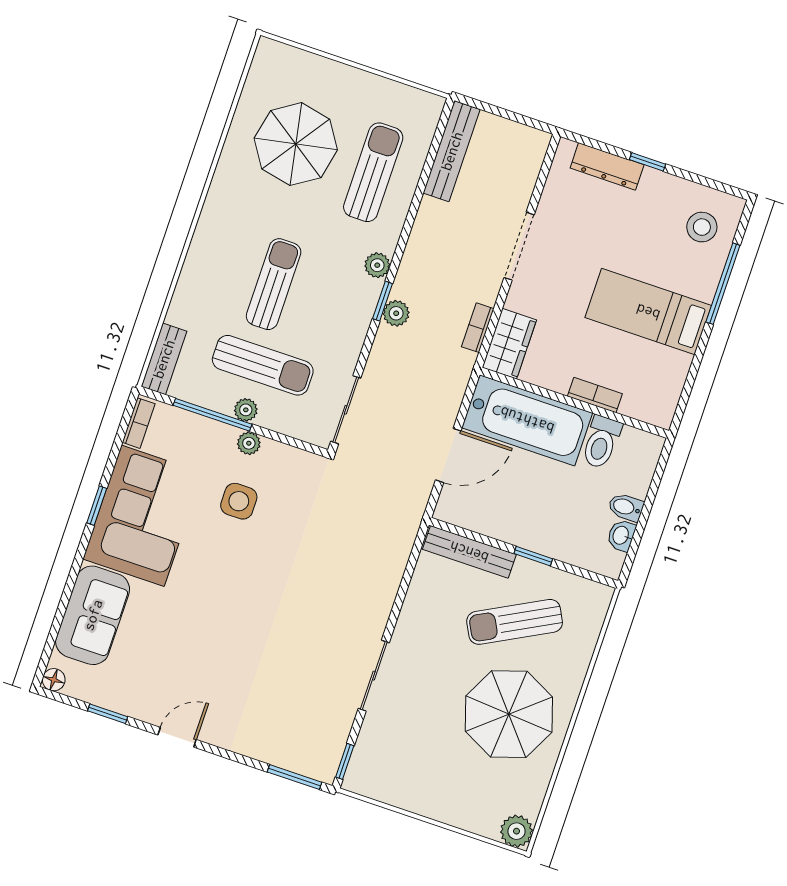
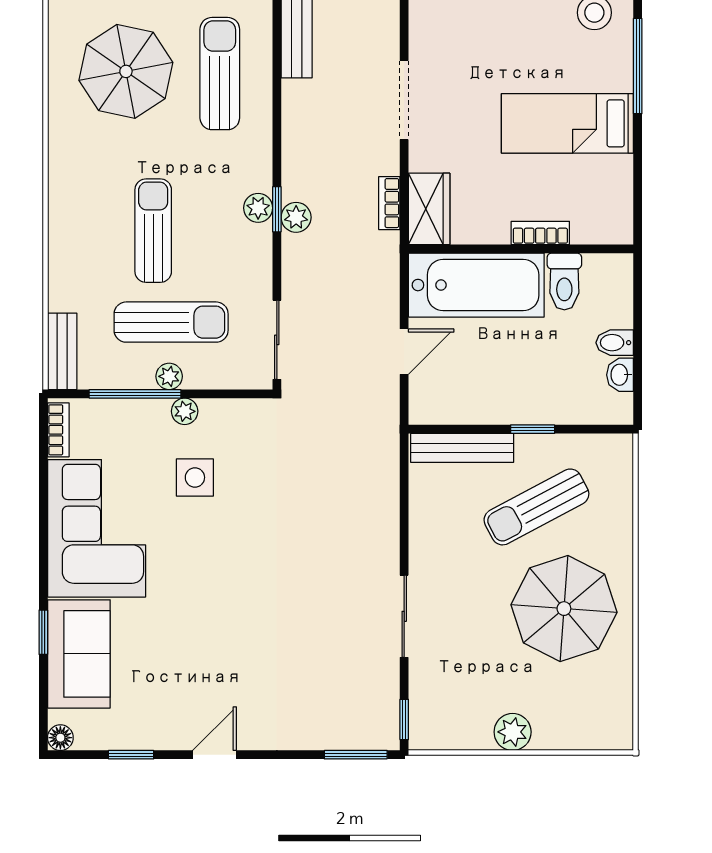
plant: (377, 265) -> (258, 208), moved
door: (448, 455) -> (404, 352), width x0.73
window: (97, 506) -> (43, 632), moved
plant: (517, 831) -> (513, 732), moved

